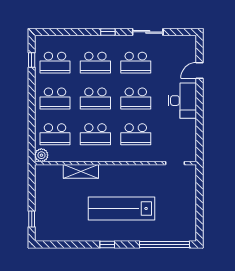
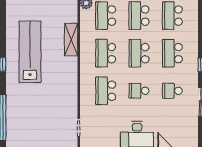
school desk: (136, 63) -> (172, 91), width x0.54
school desk: (136, 98) -> (139, 91), width x0.54
lab bench: (122, 208) -> (30, 52), moved

